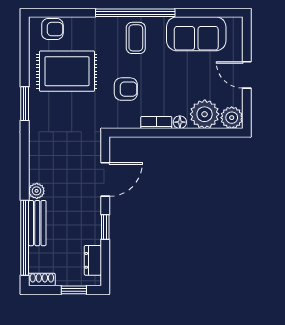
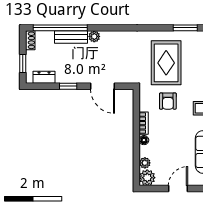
rug: (67, 71) -> (166, 63), moved
window: (25, 104) -> (185, 28), moved
plant: (205, 114) -> (145, 163), width x0.53, depth x0.53

